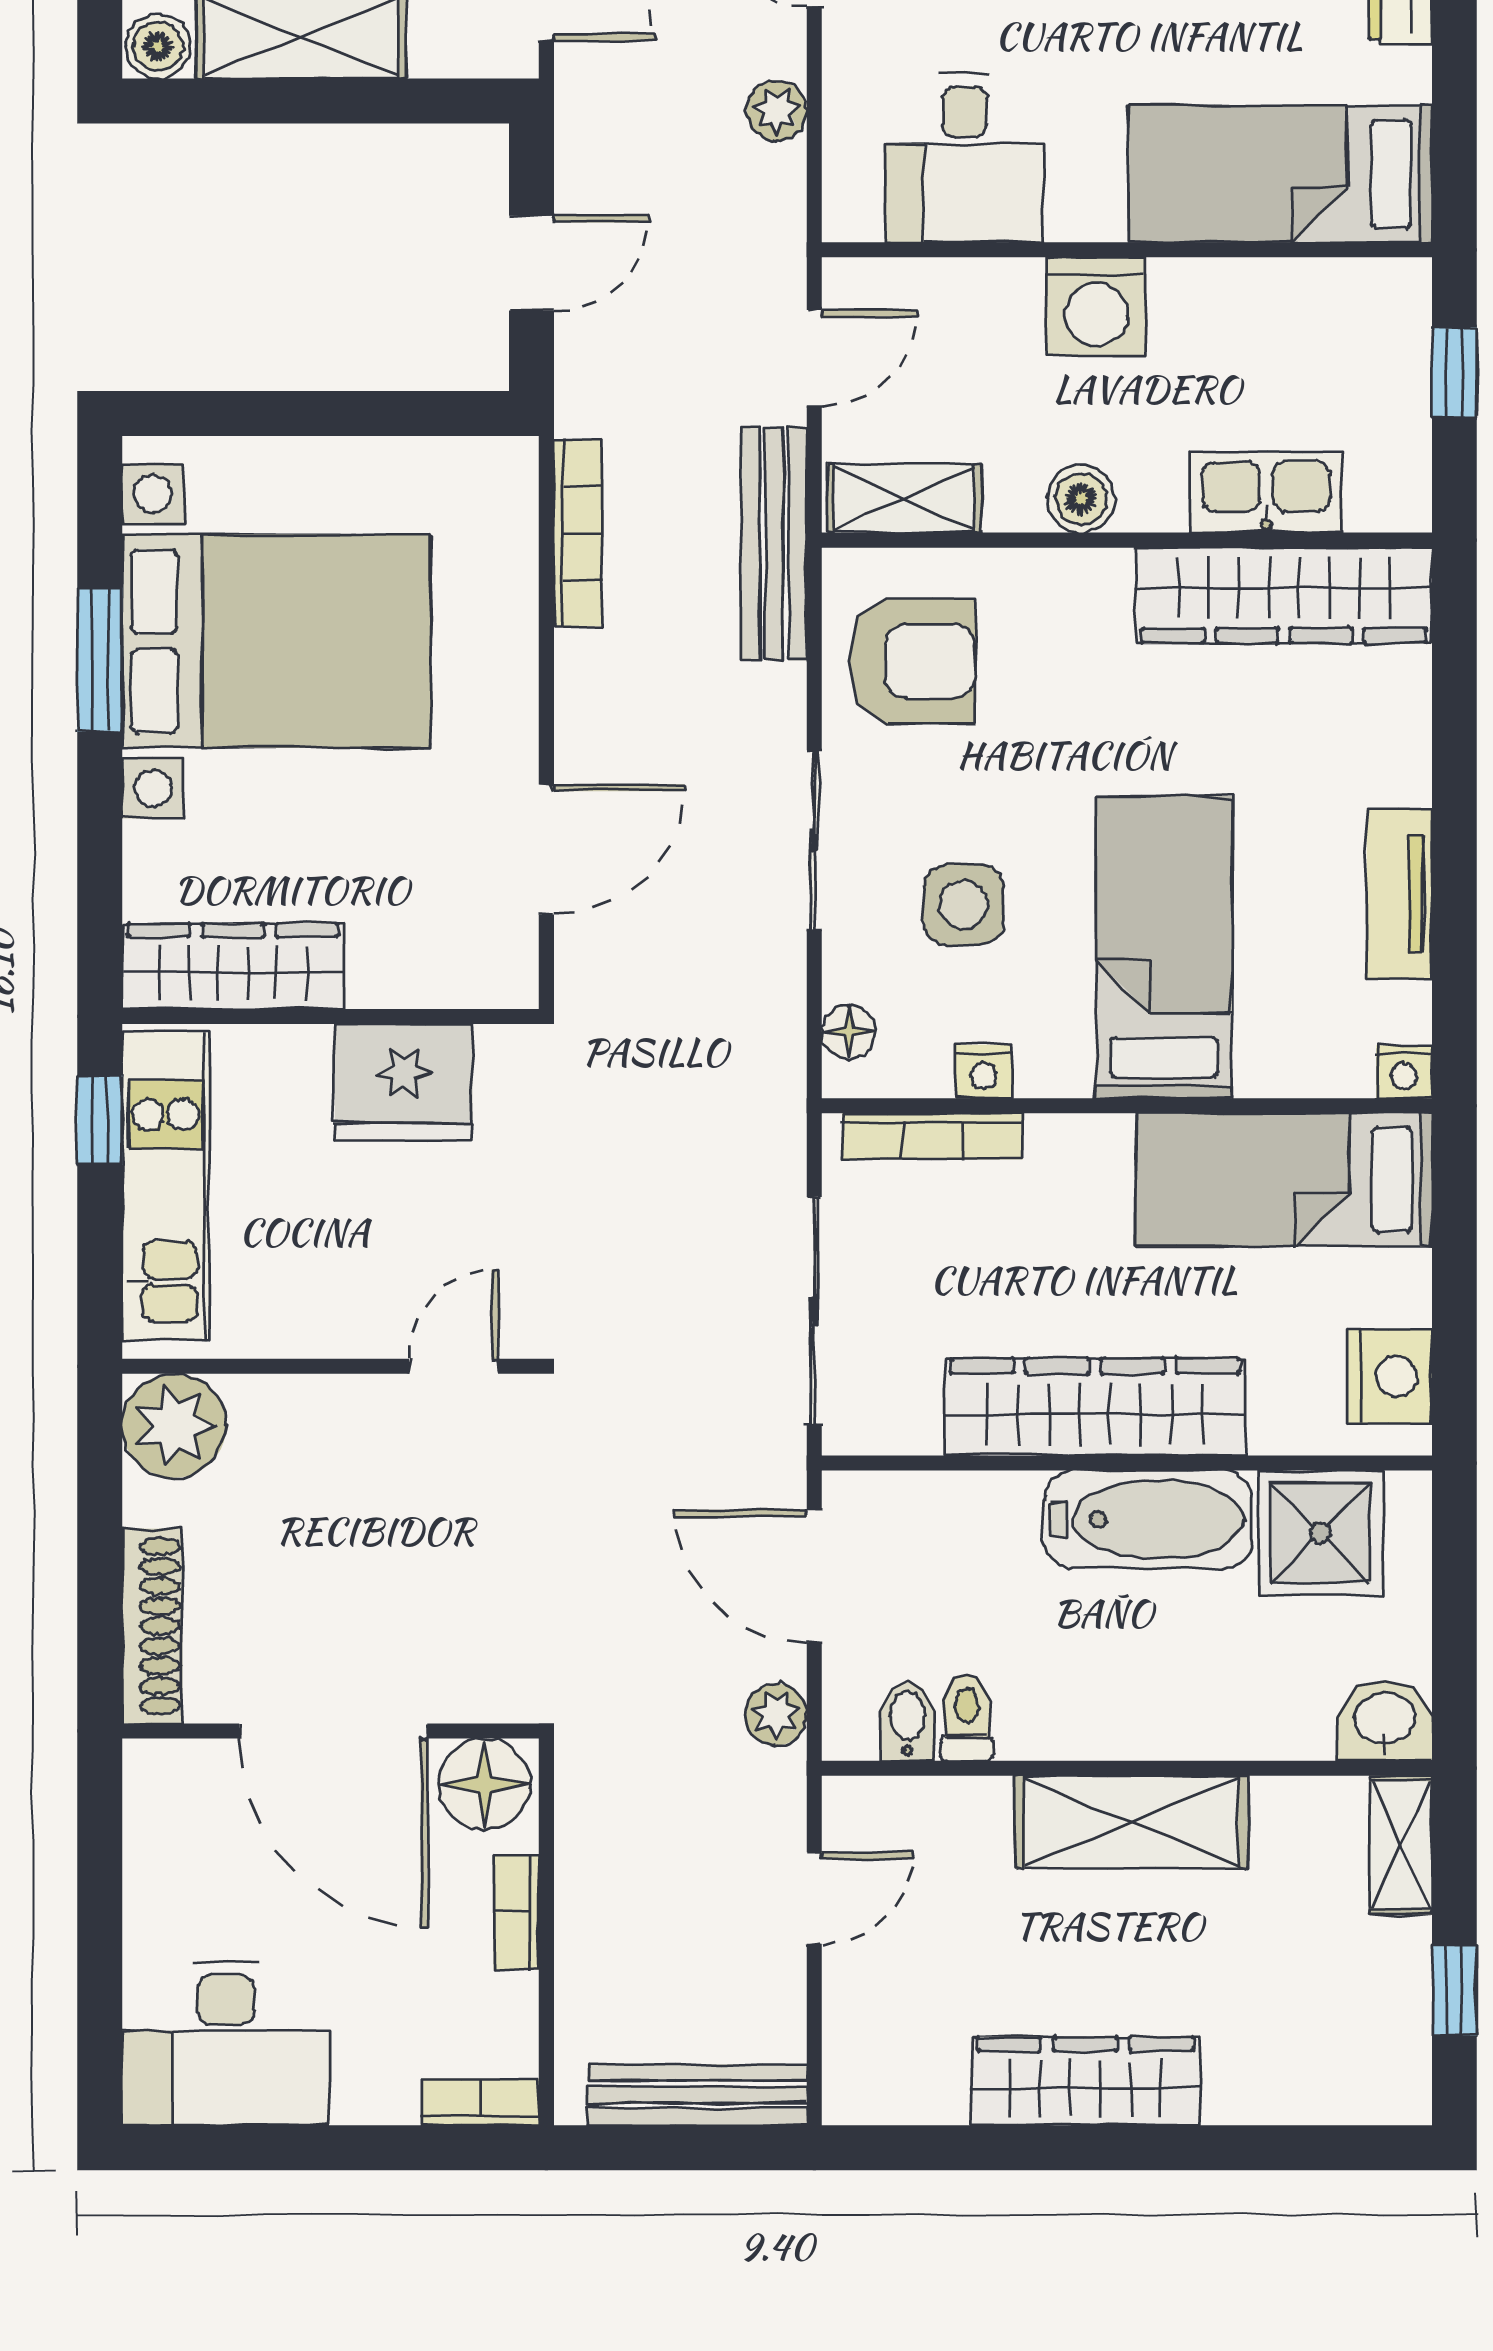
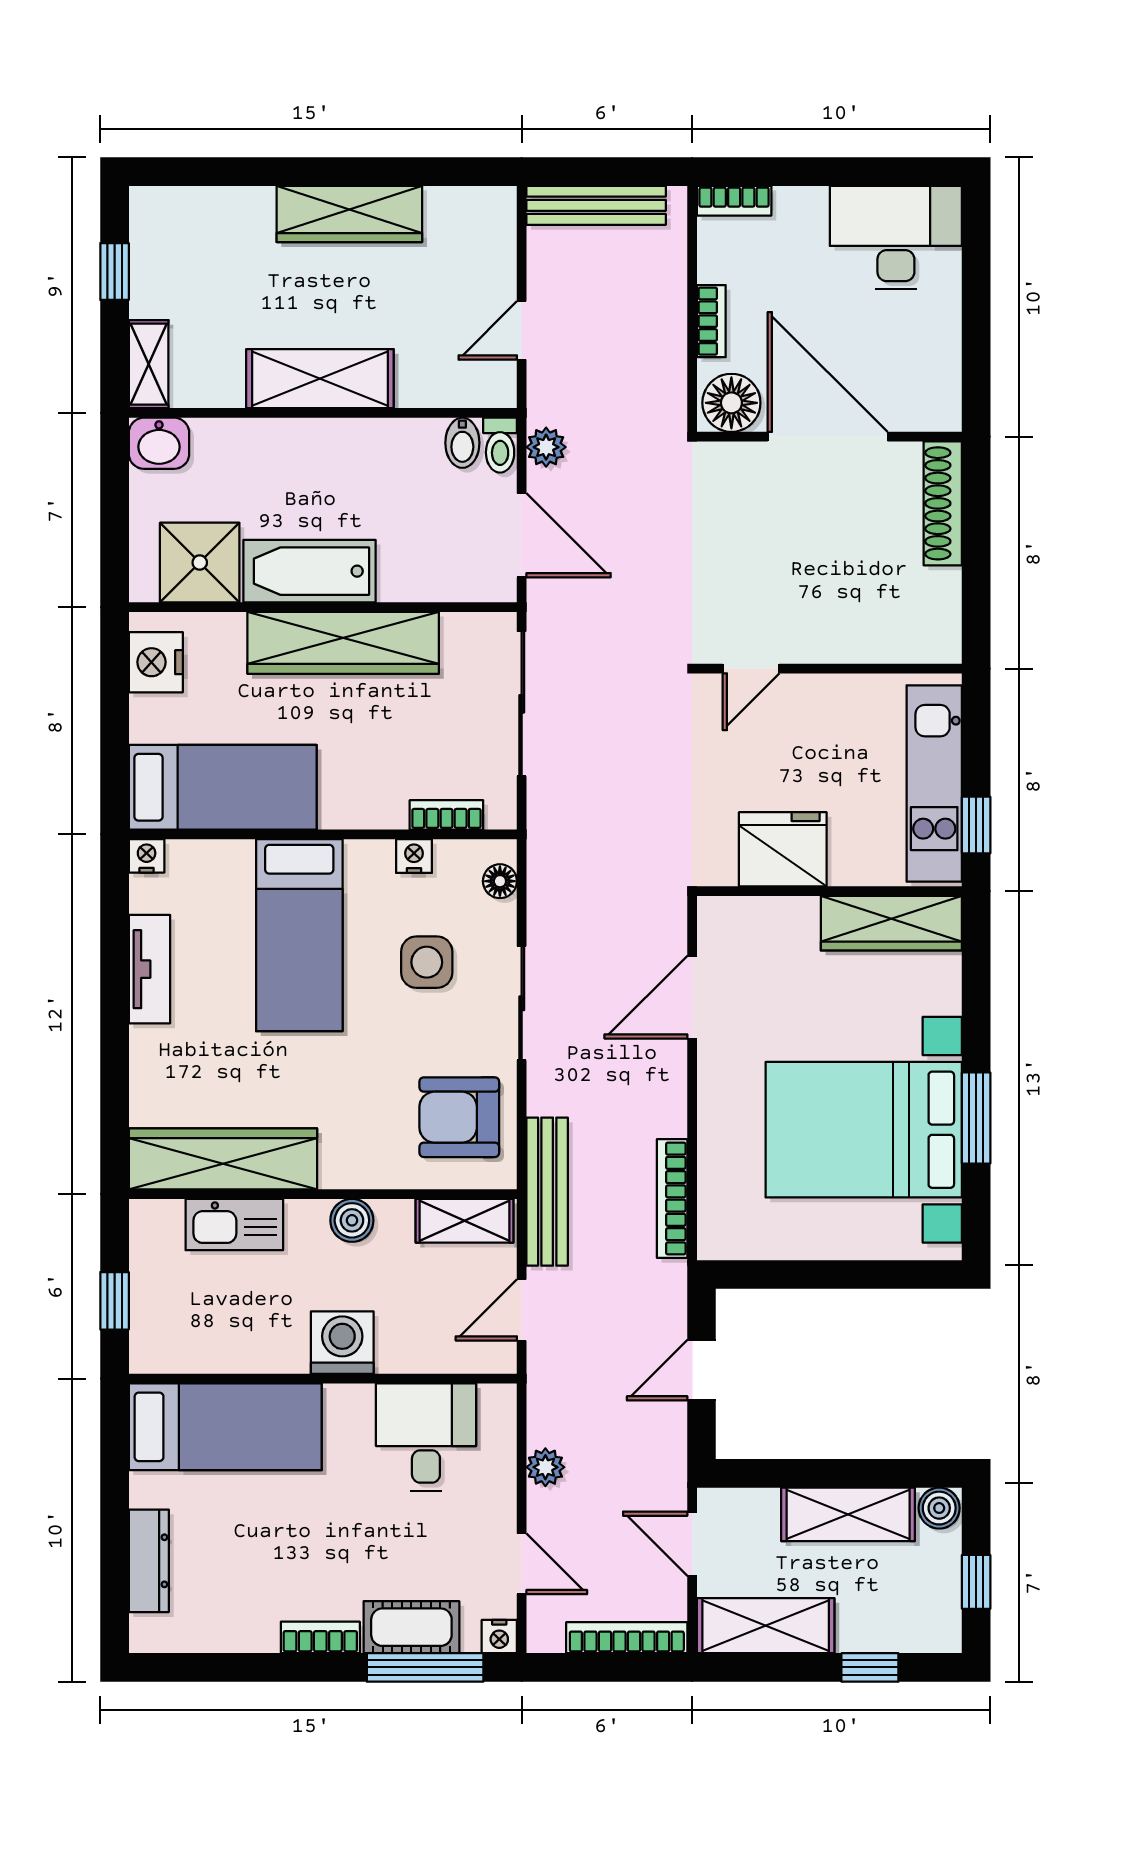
bookcase: (933, 1136) -> (446, 815), width x0.64
plant: (174, 1426) -> (929, 631), removed
toilet: (967, 1718) -> (500, 445), moved

